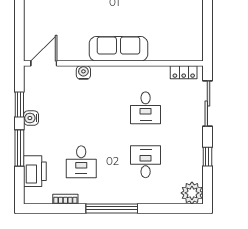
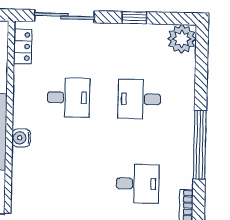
water cooler: (83, 73) -> (21, 138), moved

